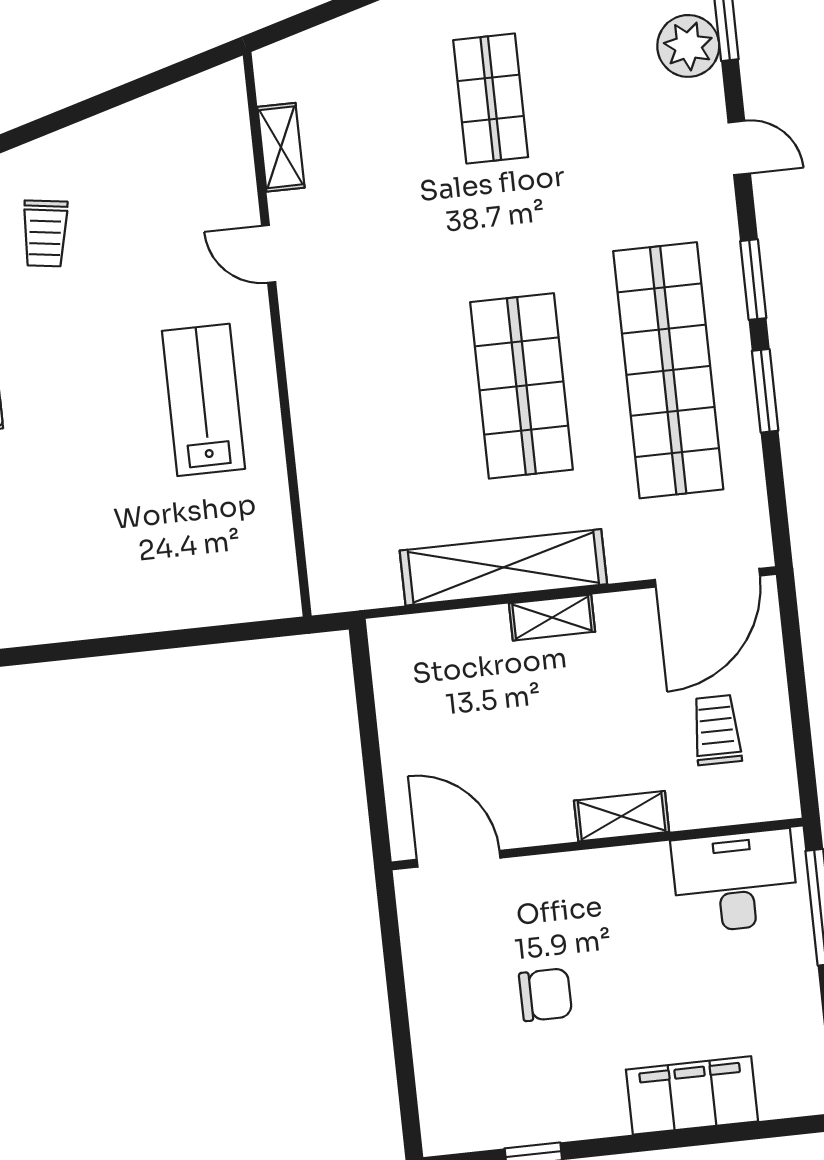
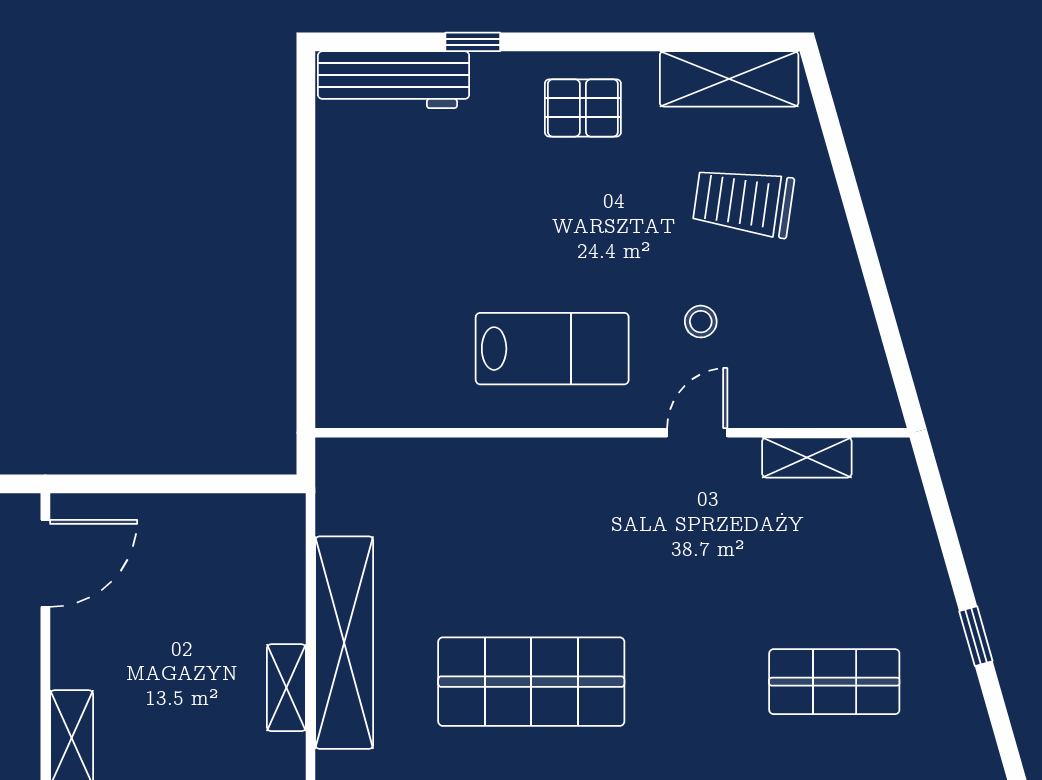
trolley: (45, 233) -> (743, 202), width x1.36, depth x1.39
stool: (163, 262) -> (701, 322), added

